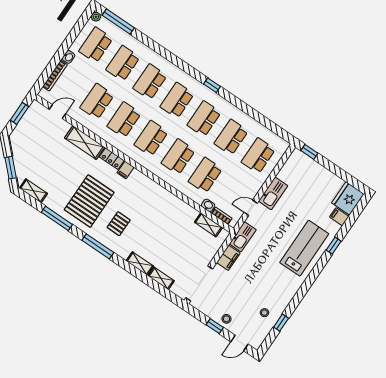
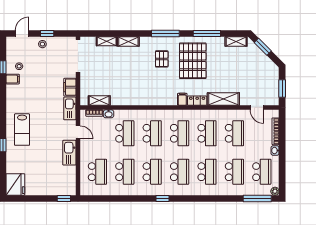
door: (57, 112) -> (257, 108), hinge flipped
door: (251, 208) -> (78, 132), hinge flipped
filing cabinet: (339, 217) -> (13, 79), moved
lab bench: (304, 248) -> (22, 130), width x0.73, depth x0.72

